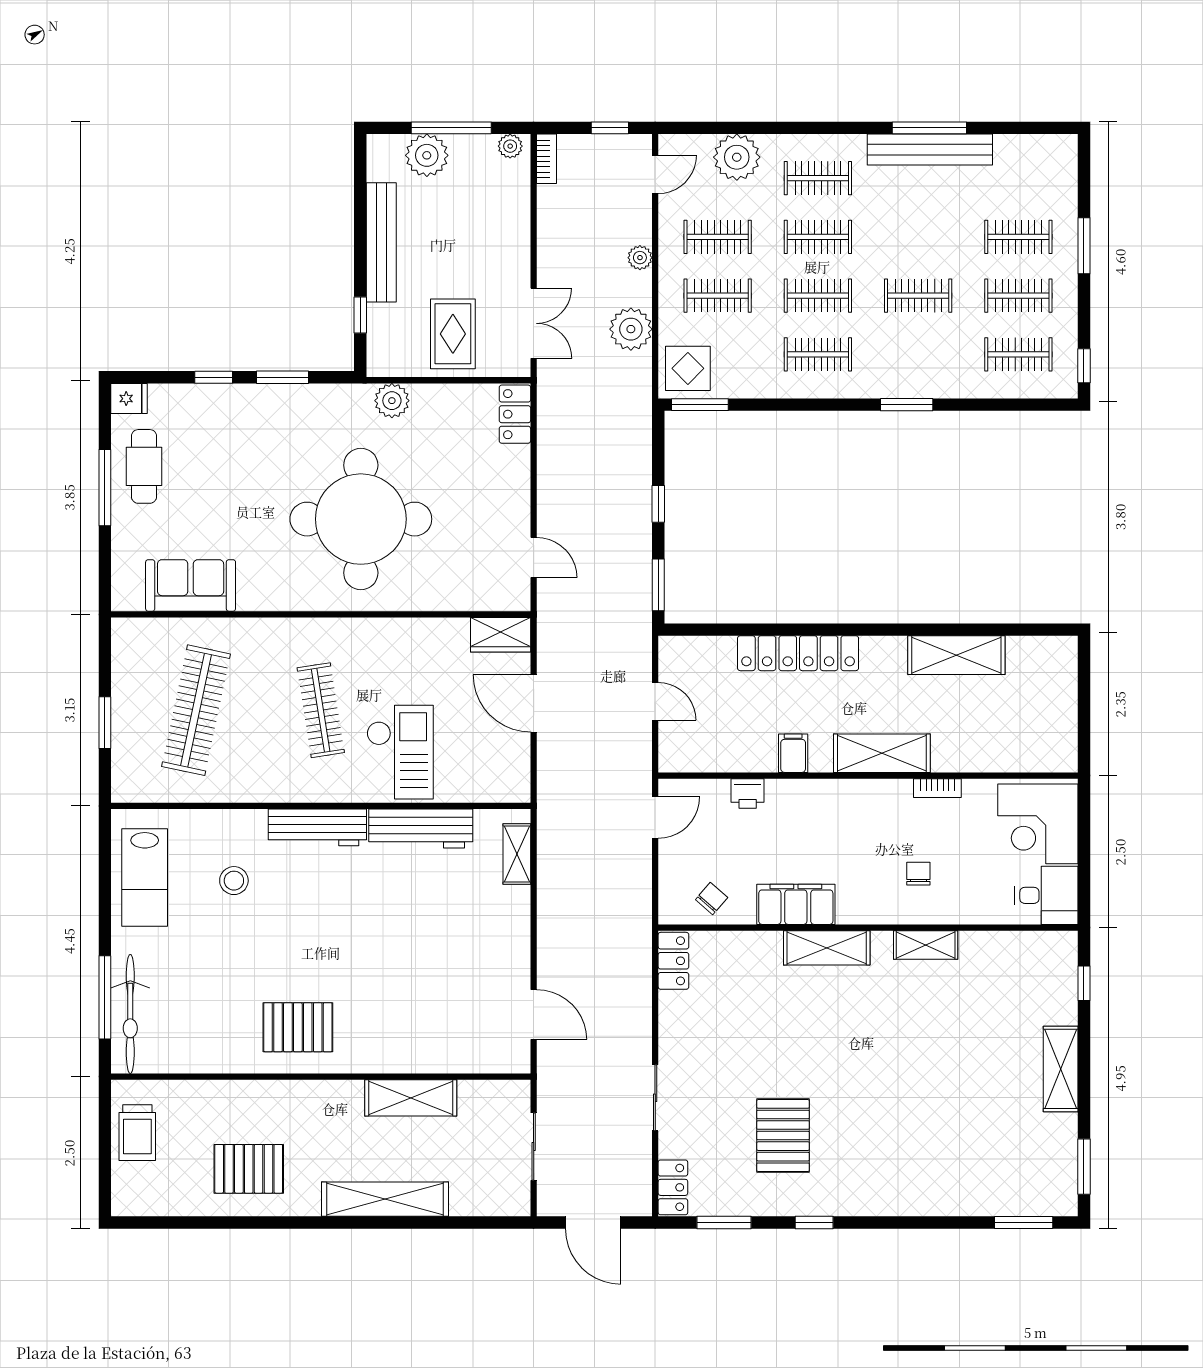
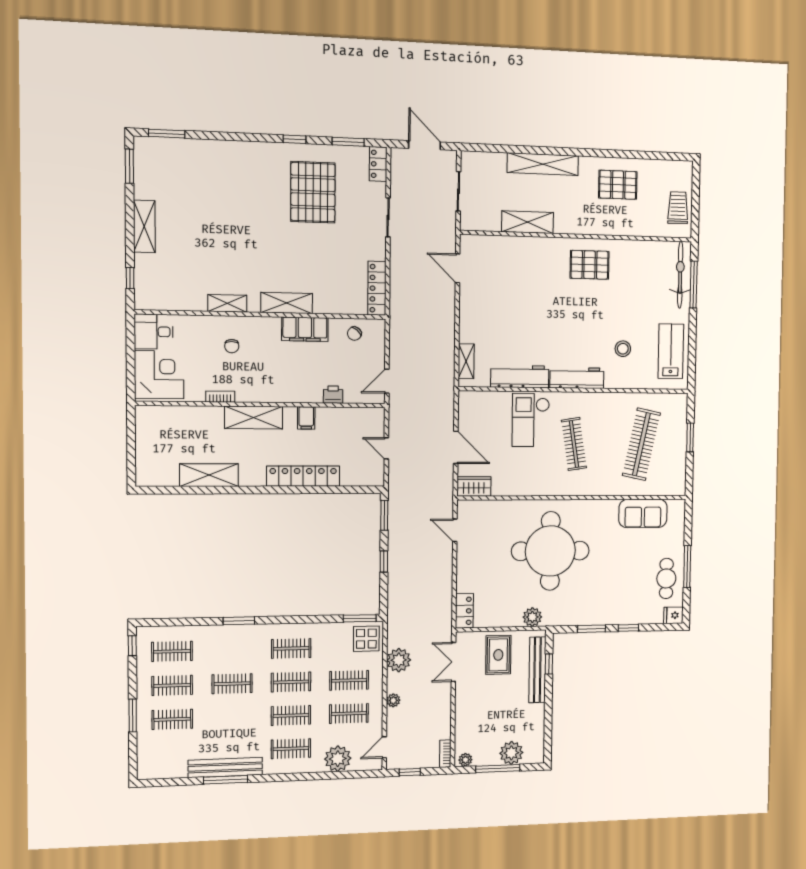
bench: (381, 242) -> (537, 670), moved
locker: (673, 961) -> (377, 288), width x1.53
pallet: (783, 1136) -> (313, 192), width x1.37, depth x1.41

